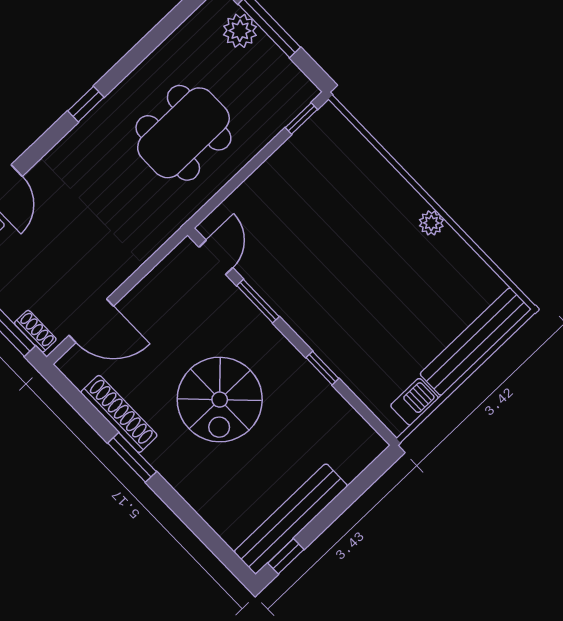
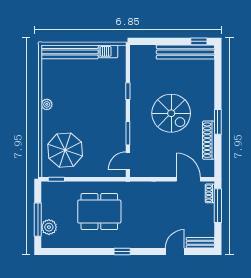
parasol: (332, 178) -> (65, 150), added
spiral stairs: (220, 400) -> (171, 113), turned 90

